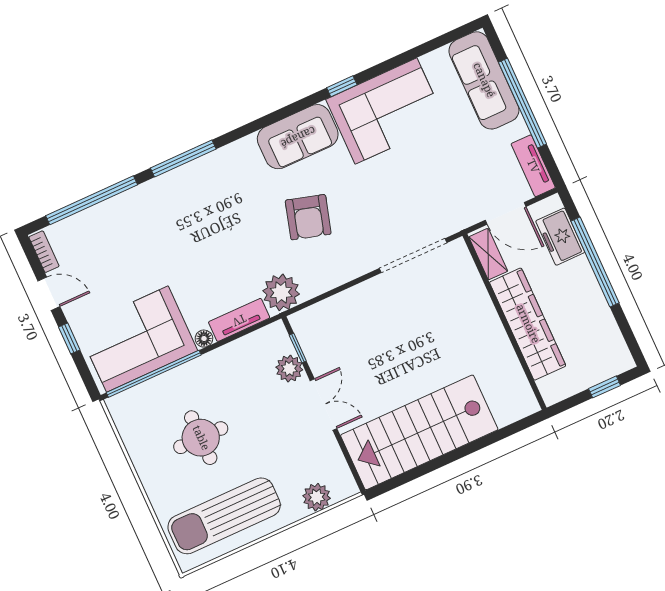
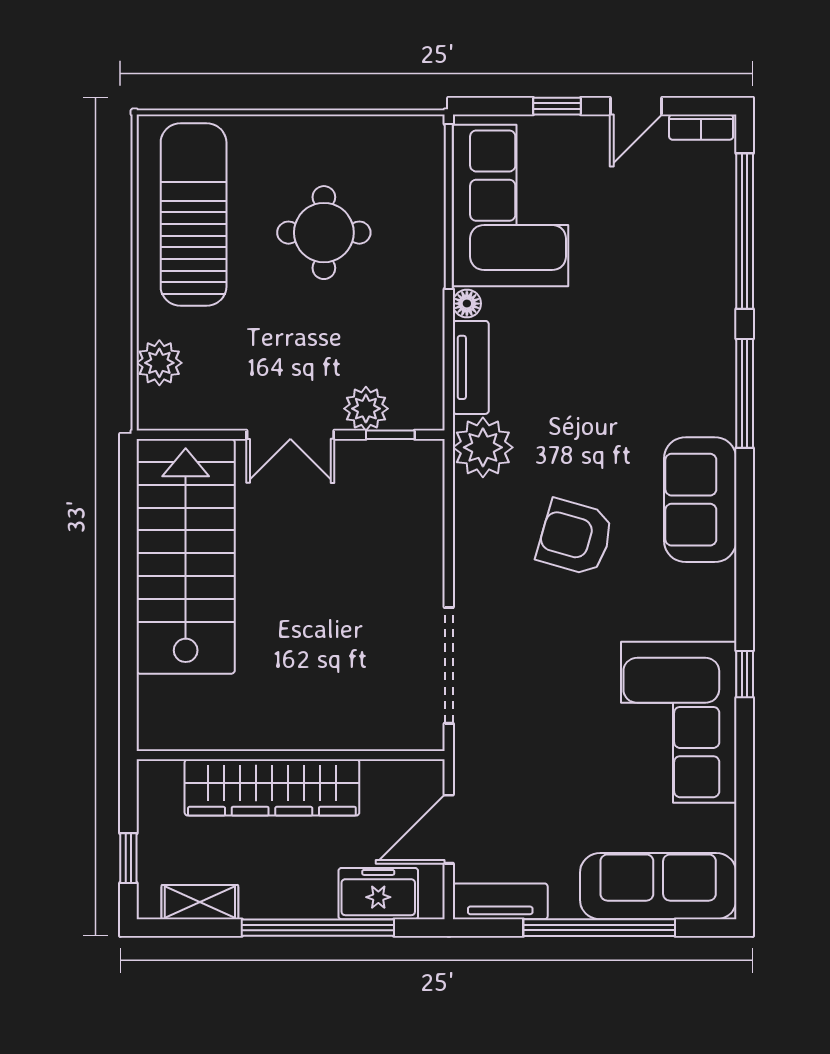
sofa: (298, 137) -> (700, 500), moved
shelving: (488, 254) -> (200, 902), moved

